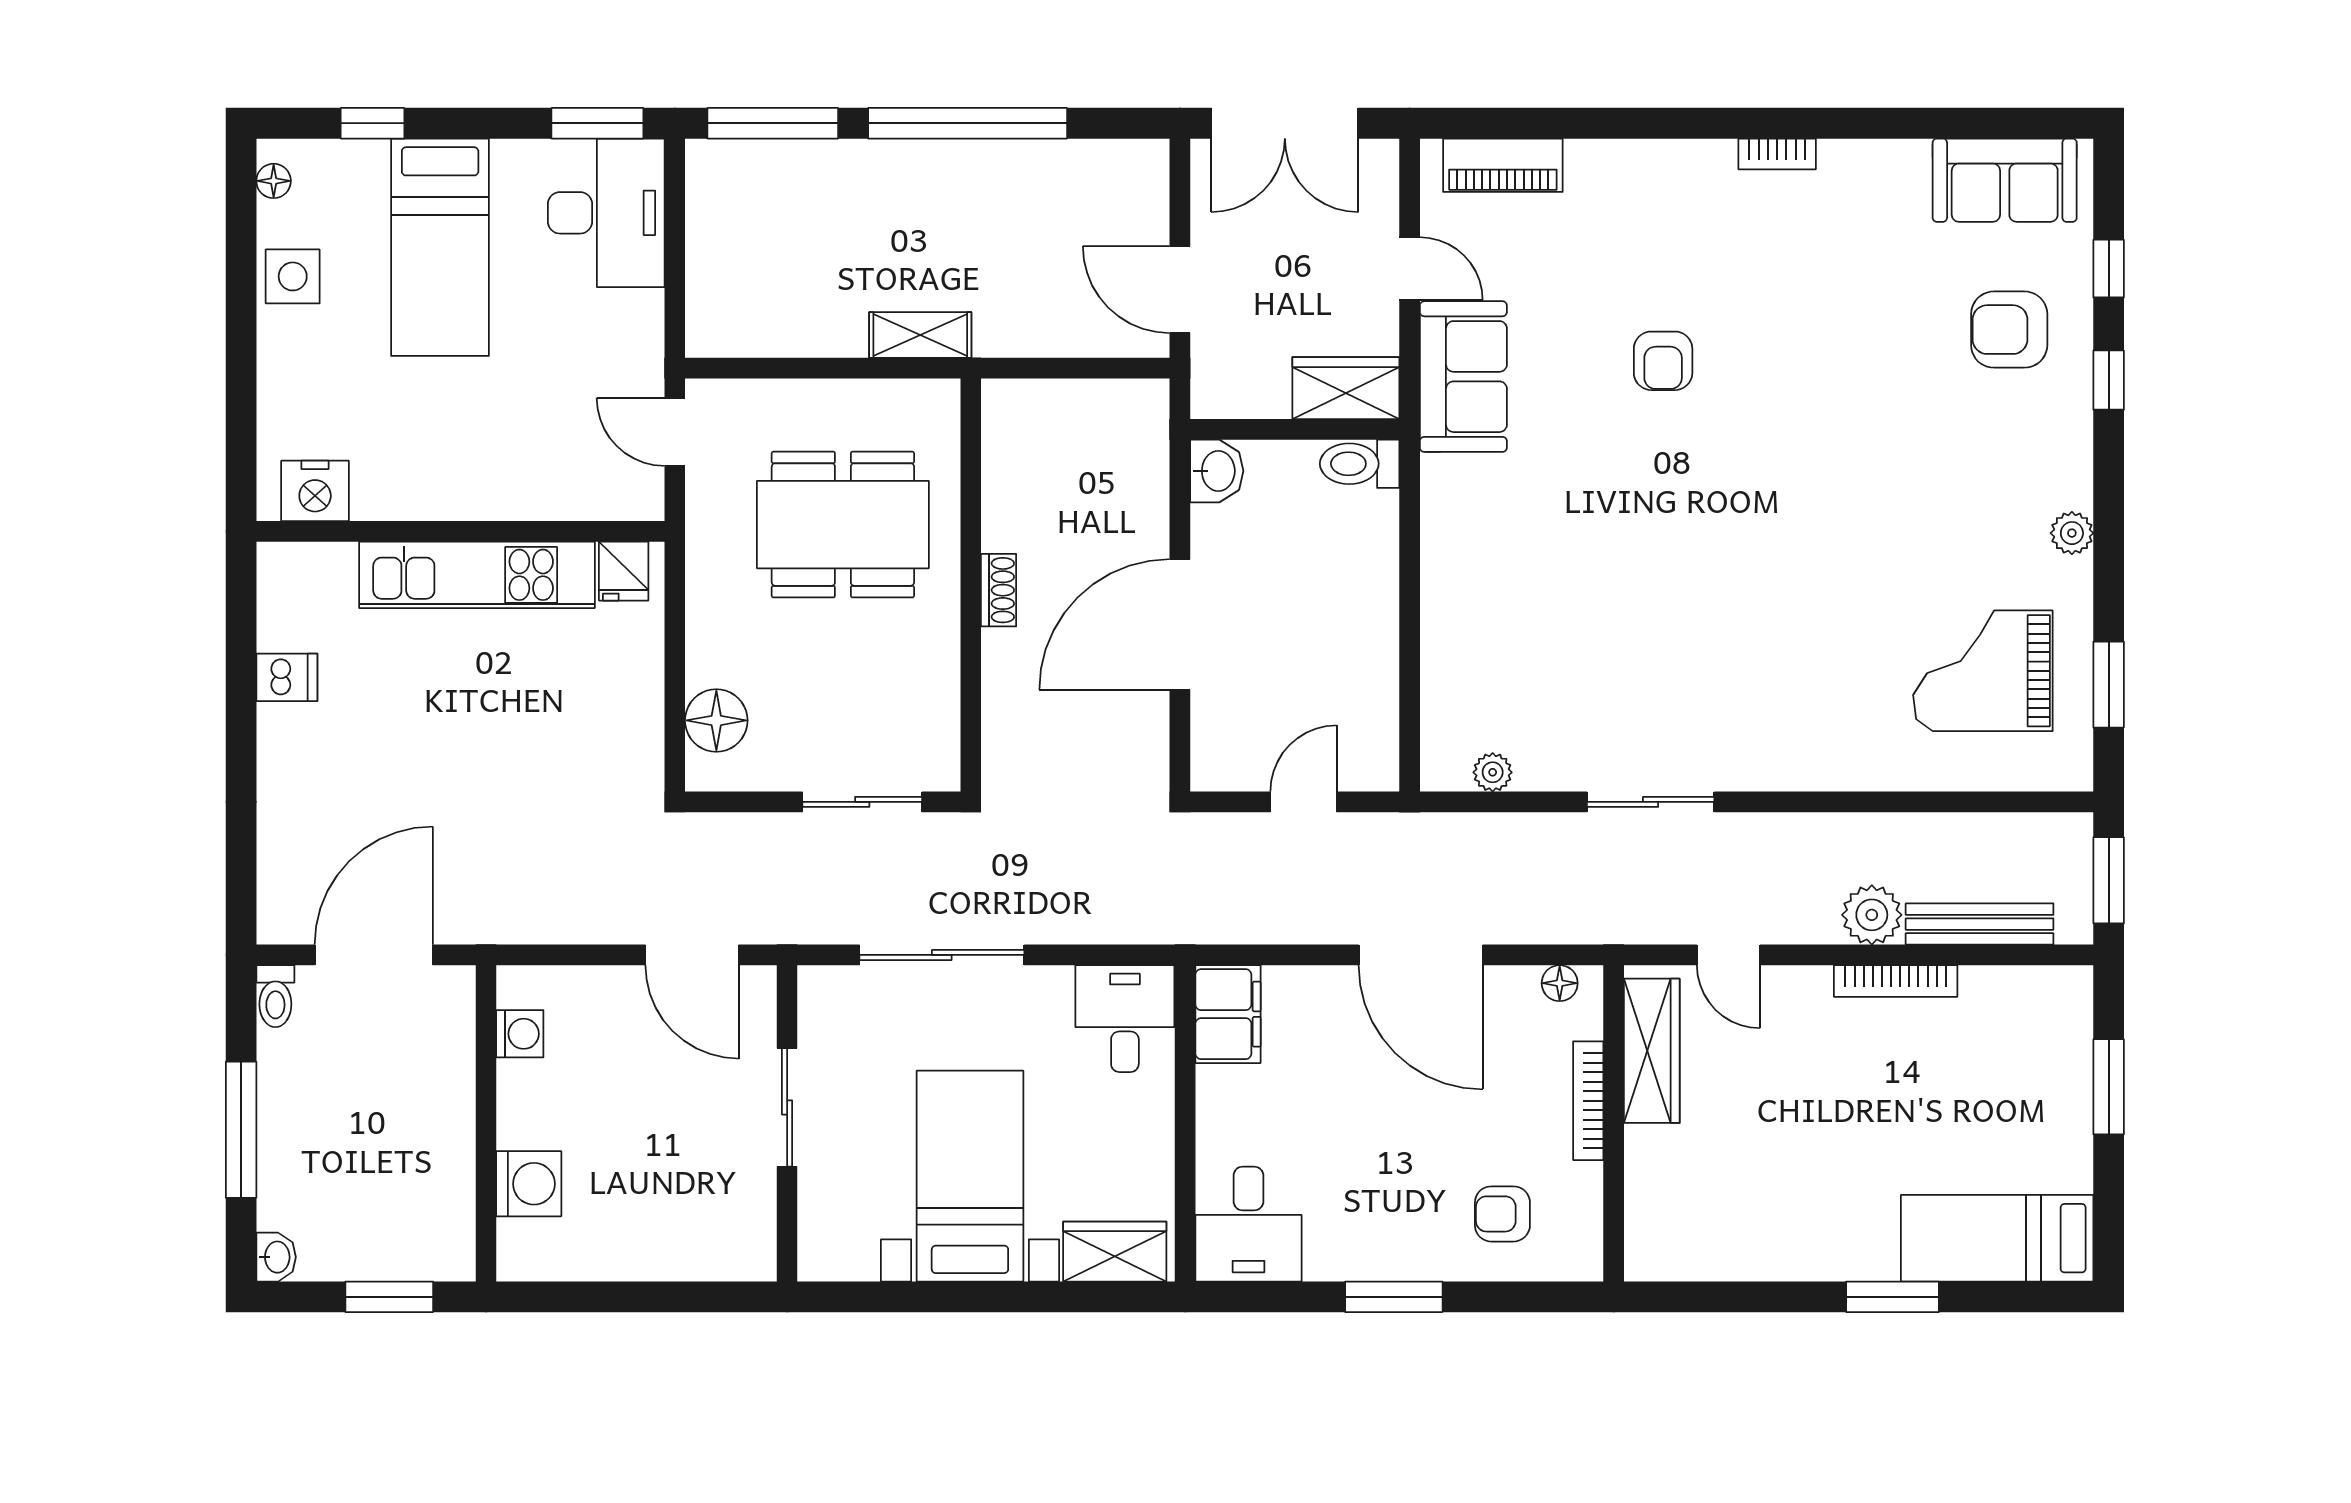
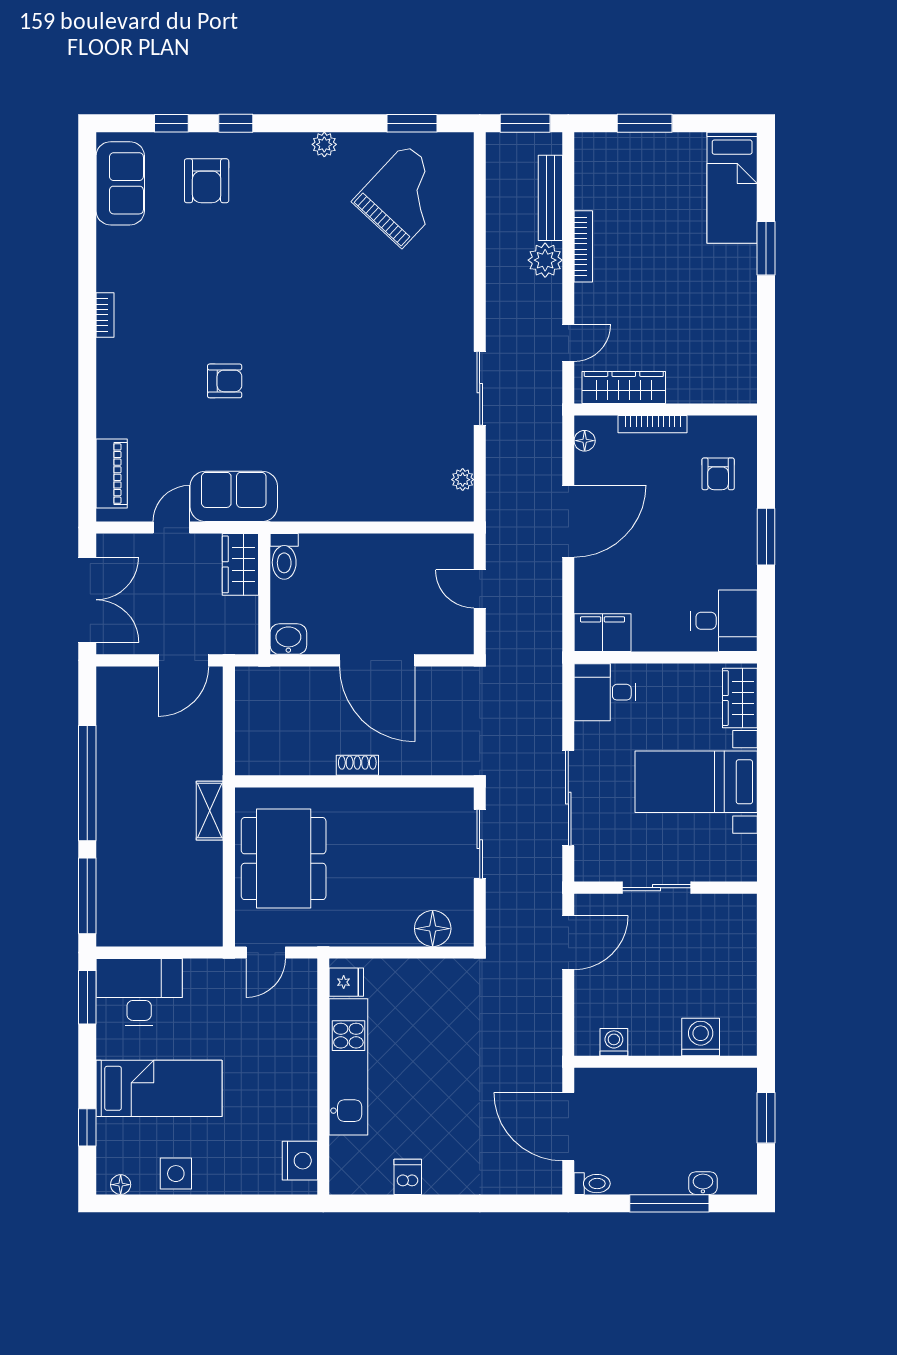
dining table: (843, 525) -> (284, 859), moved
grand piano: (1983, 671) -> (404, 196), turned -137
washbasin: (276, 1257) -> (703, 1183), moved

